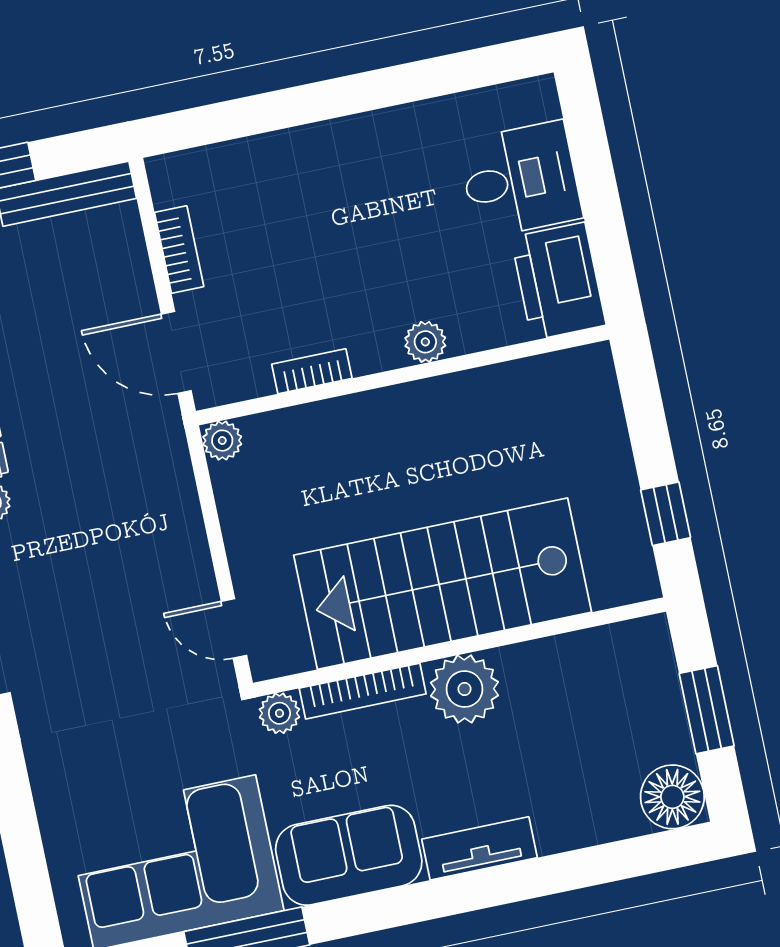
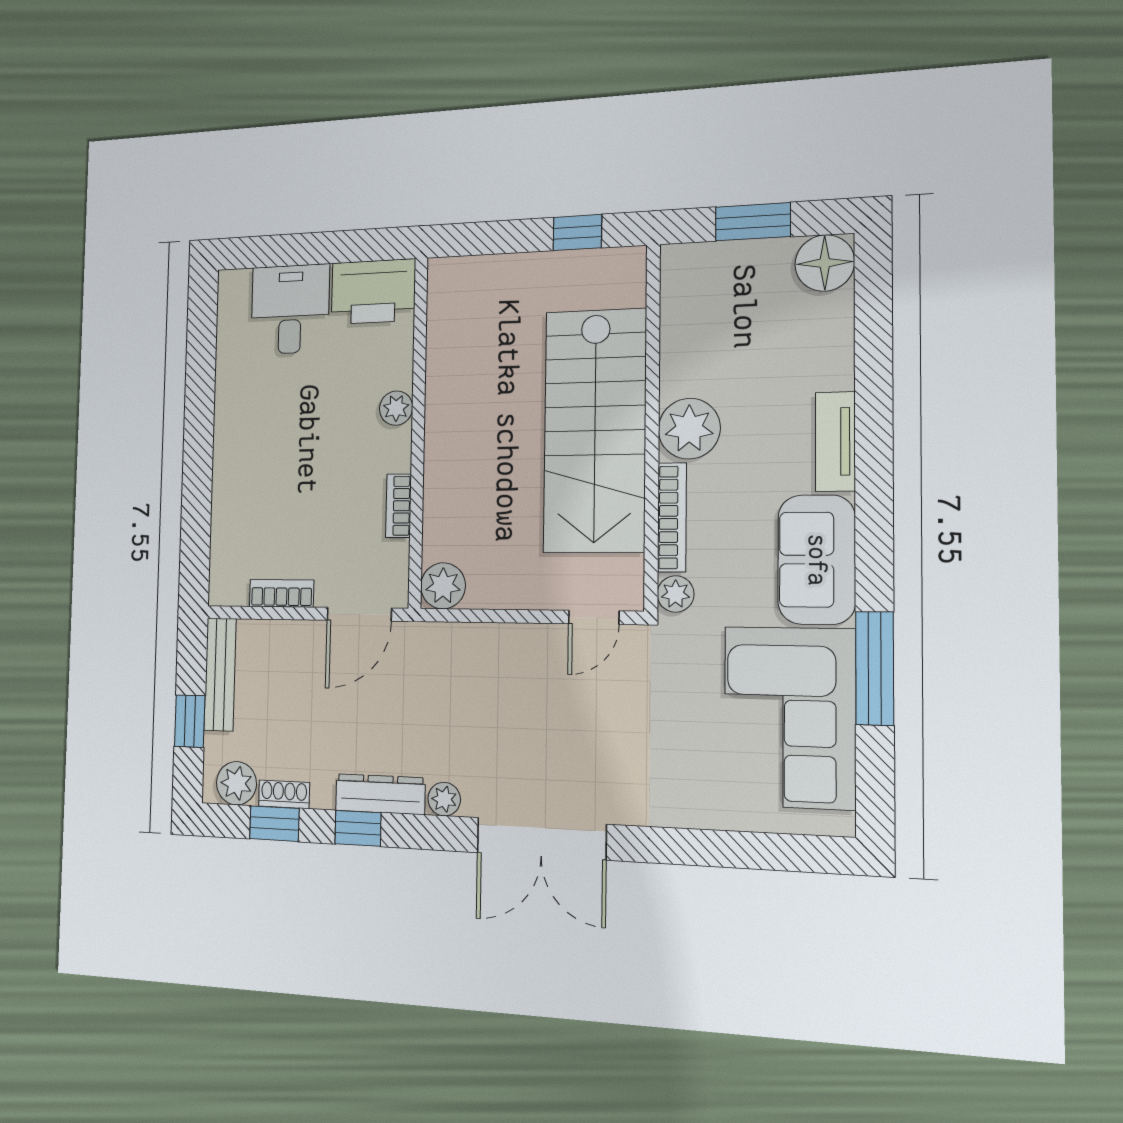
plant: (222, 441) -> (443, 586), width x1.38, depth x1.38

